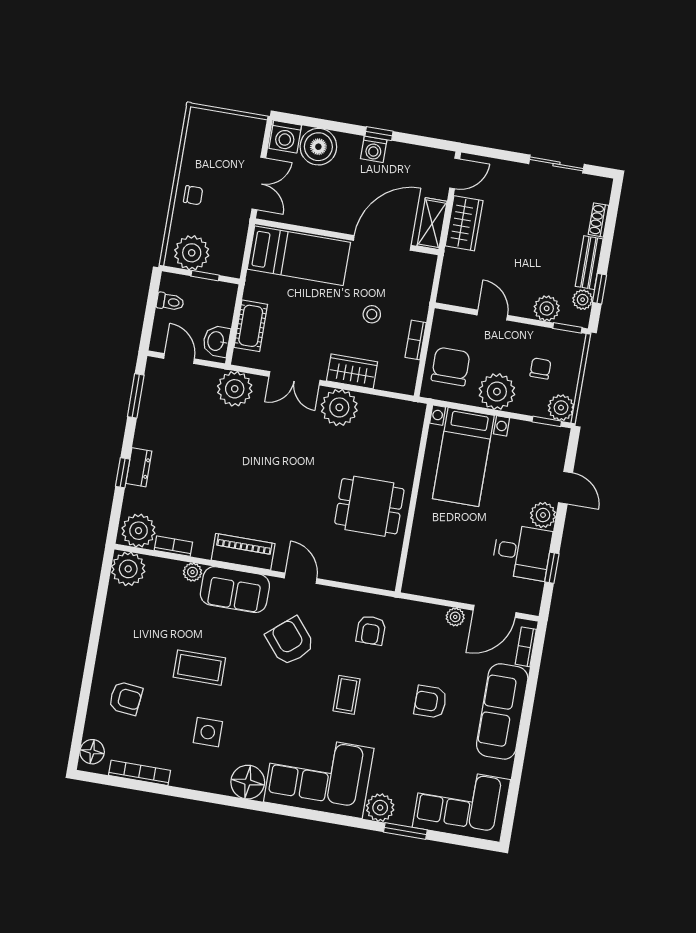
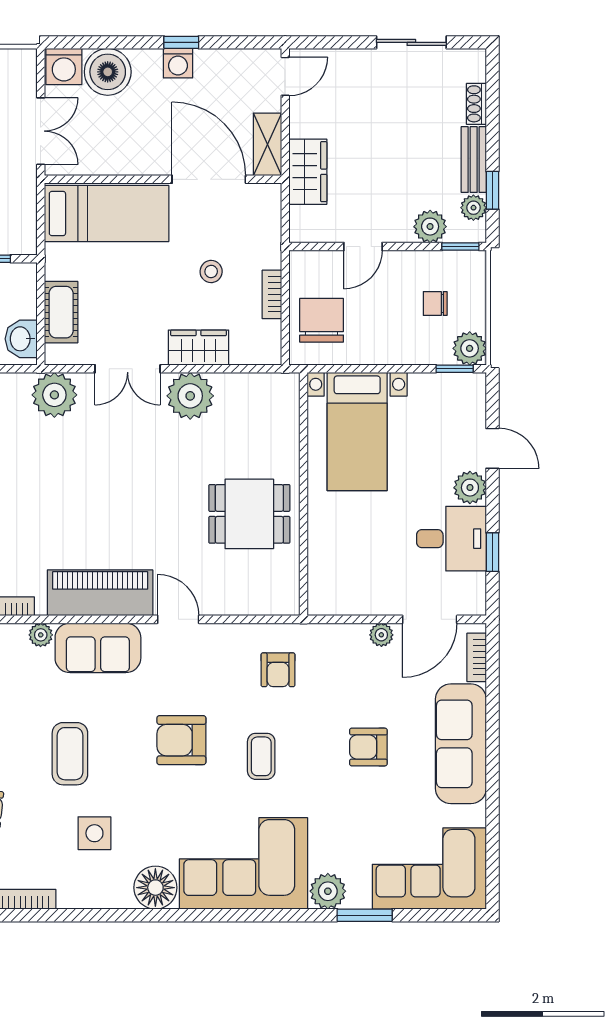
wardrobe: (464, 223) -> (308, 172), moved
door: (382, 243) -> (209, 179), hinge flipped
door: (492, 315) -> (363, 247), swing flipped
chair: (540, 368) -> (435, 303), turned -90
plant: (497, 392) -> (385, 342), removed
piano: (243, 552) -> (100, 593), width x1.37, depth x1.33
armchair: (290, 641) -> (181, 740), moved, turned -50
coffee table: (199, 668) -> (70, 754), turned 90

